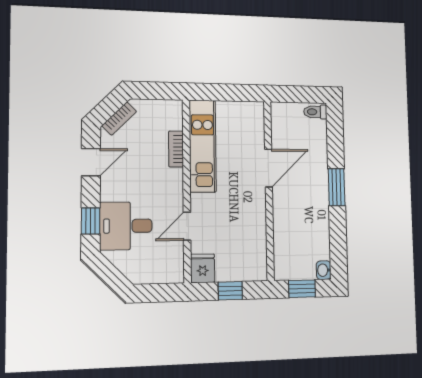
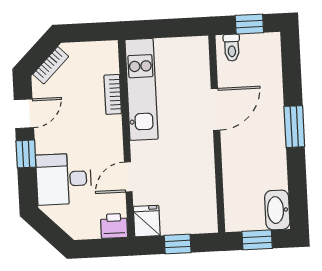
window: (300, 94) -> (249, 24), added
toilet: (315, 112) -> (232, 48), moved, turned -90
window: (91, 221) -> (26, 154), moved
washbasin: (324, 270) -> (277, 210), width x1.91, depth x1.45
printer: (172, 272) -> (114, 226), added

